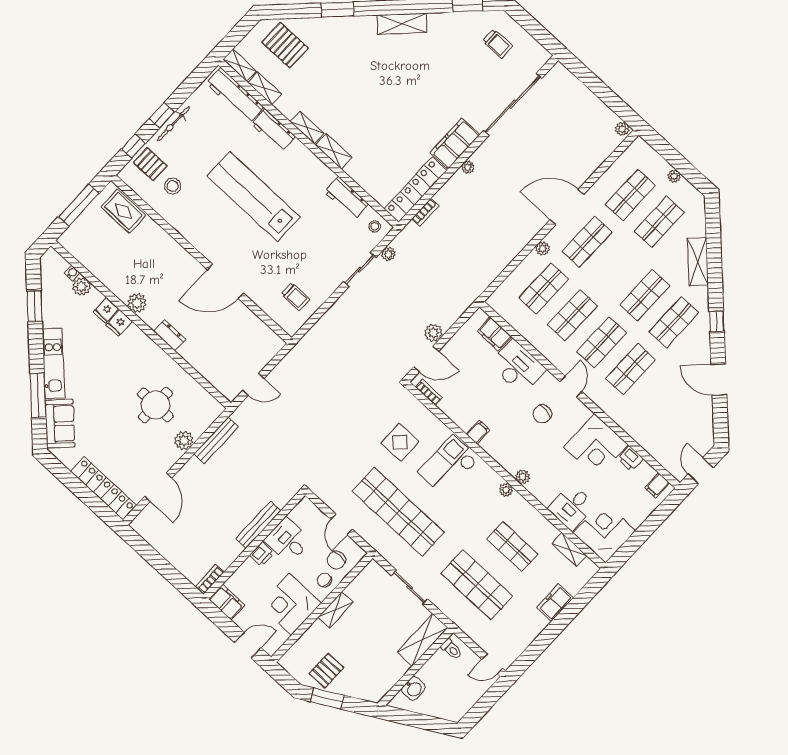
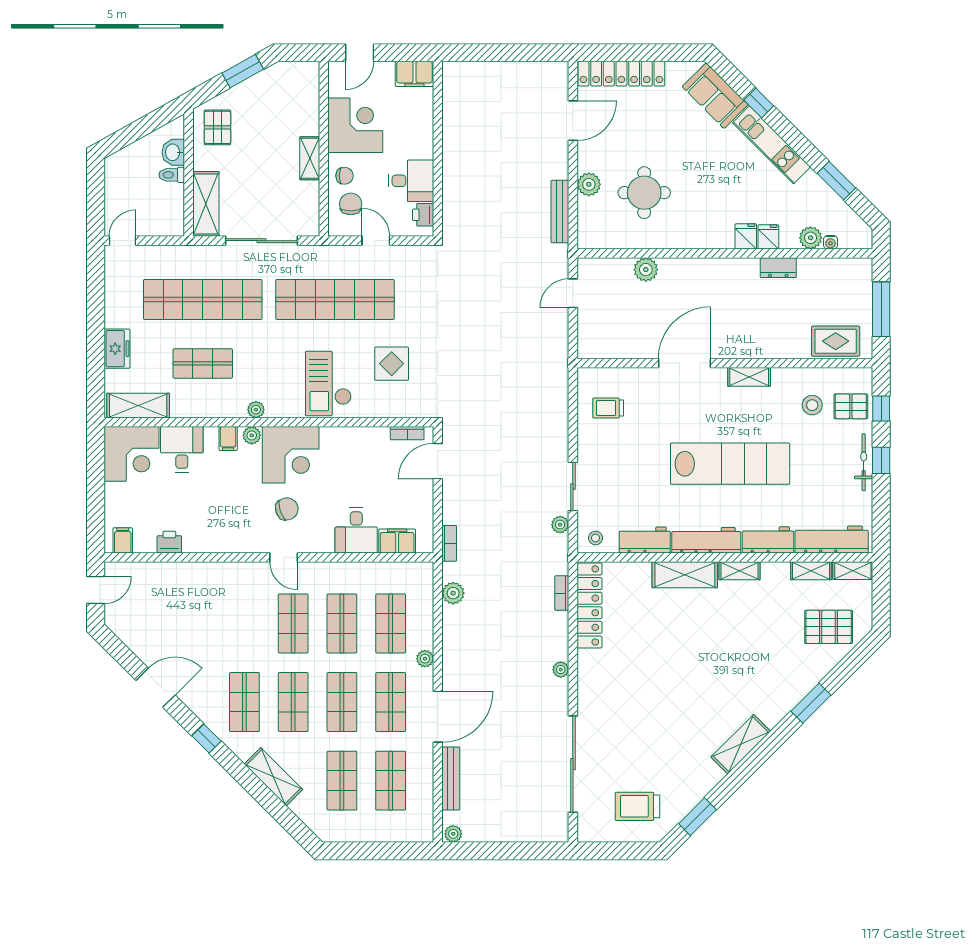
trolley: (498, 44) -> (637, 806), width x1.36, depth x1.39
filing cabinet: (455, 144) -> (592, 680), removed
shelving: (333, 151) -> (685, 575), width x1.50, depth x1.33
workbench: (310, 164) -> (706, 540), added
plant: (674, 176) -> (367, 835), removed
shelving: (195, 238) -> (749, 377), added
plant: (137, 303) -> (646, 270), moved
plant: (433, 333) -> (453, 593), moved
dresser: (169, 335) -> (778, 268), moved
desk: (518, 367) -> (356, 531), width x0.73
shop shelf: (631, 369) -> (342, 702), moved
window: (38, 395) -> (759, 103), width x0.46
chair: (542, 414) -> (287, 509), turned 63
filing cabinet: (478, 432) -> (228, 439), moved
corner desk: (596, 446) -> (291, 455), moved, turned 180
checkout: (448, 465) -> (328, 384), turned 180
door: (701, 471) -> (96, 590), hinge flipped
door: (158, 487) -> (573, 121), swing flipped
bench: (258, 525) -> (451, 778), moved
shelving: (569, 550) -> (138, 406), width x1.50, depth x1.33
printer: (262, 554) -> (423, 215), moved
bookcase: (210, 579) -> (449, 543), moved
shop shelf: (477, 585) -> (203, 299), width x1.40
sliding door: (410, 587) -> (262, 241), width x1.37
toilet: (451, 649) -> (172, 175), moved
pallet: (326, 671) -> (217, 127), moved

